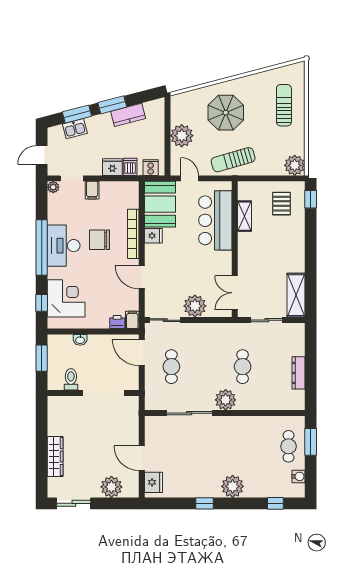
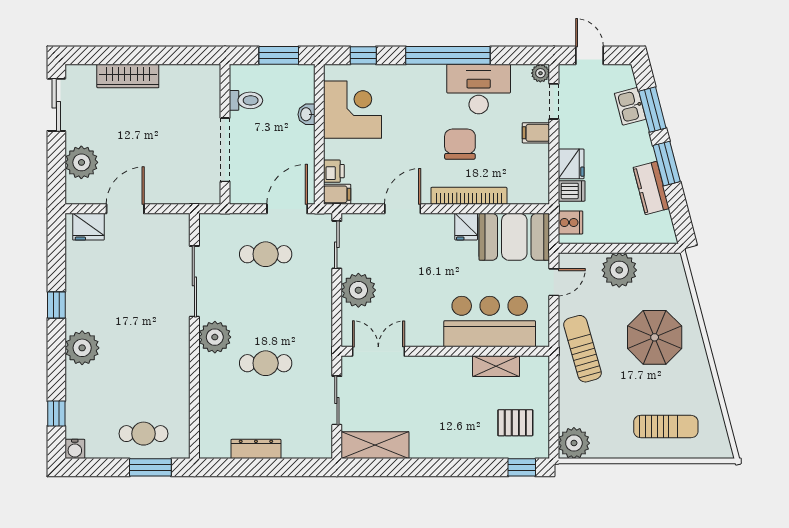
desk: (64, 246) -> (479, 89), moved
corner desk: (66, 298) -> (353, 110), moved, turned -90
water cooler: (299, 476) -> (75, 449), moved

